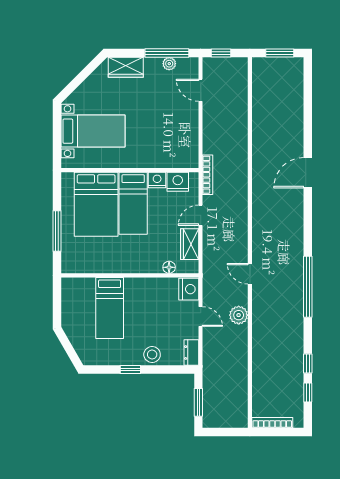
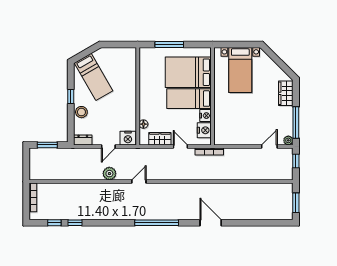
plant: (169, 64) -> (288, 140), moved
window: (308, 287) -> (157, 223), moved
bed: (110, 308) -> (94, 77), moved, turned -120

